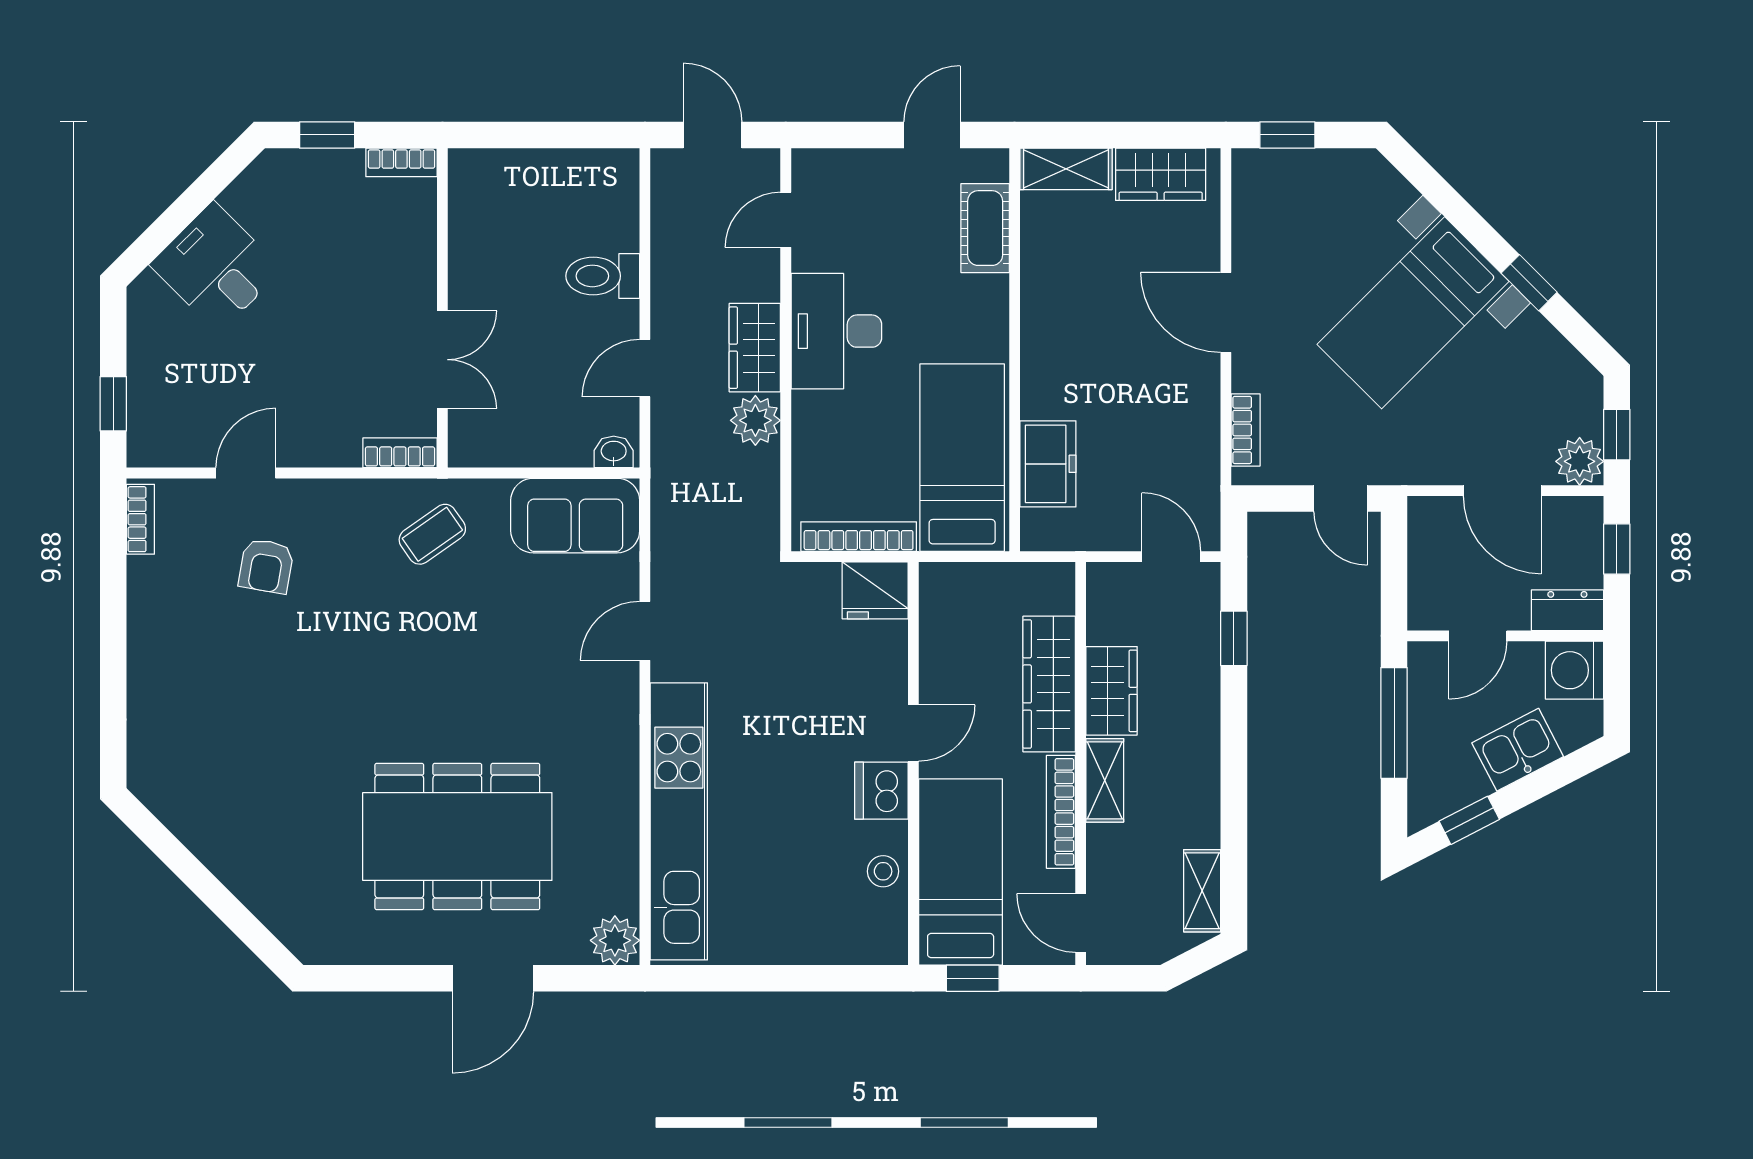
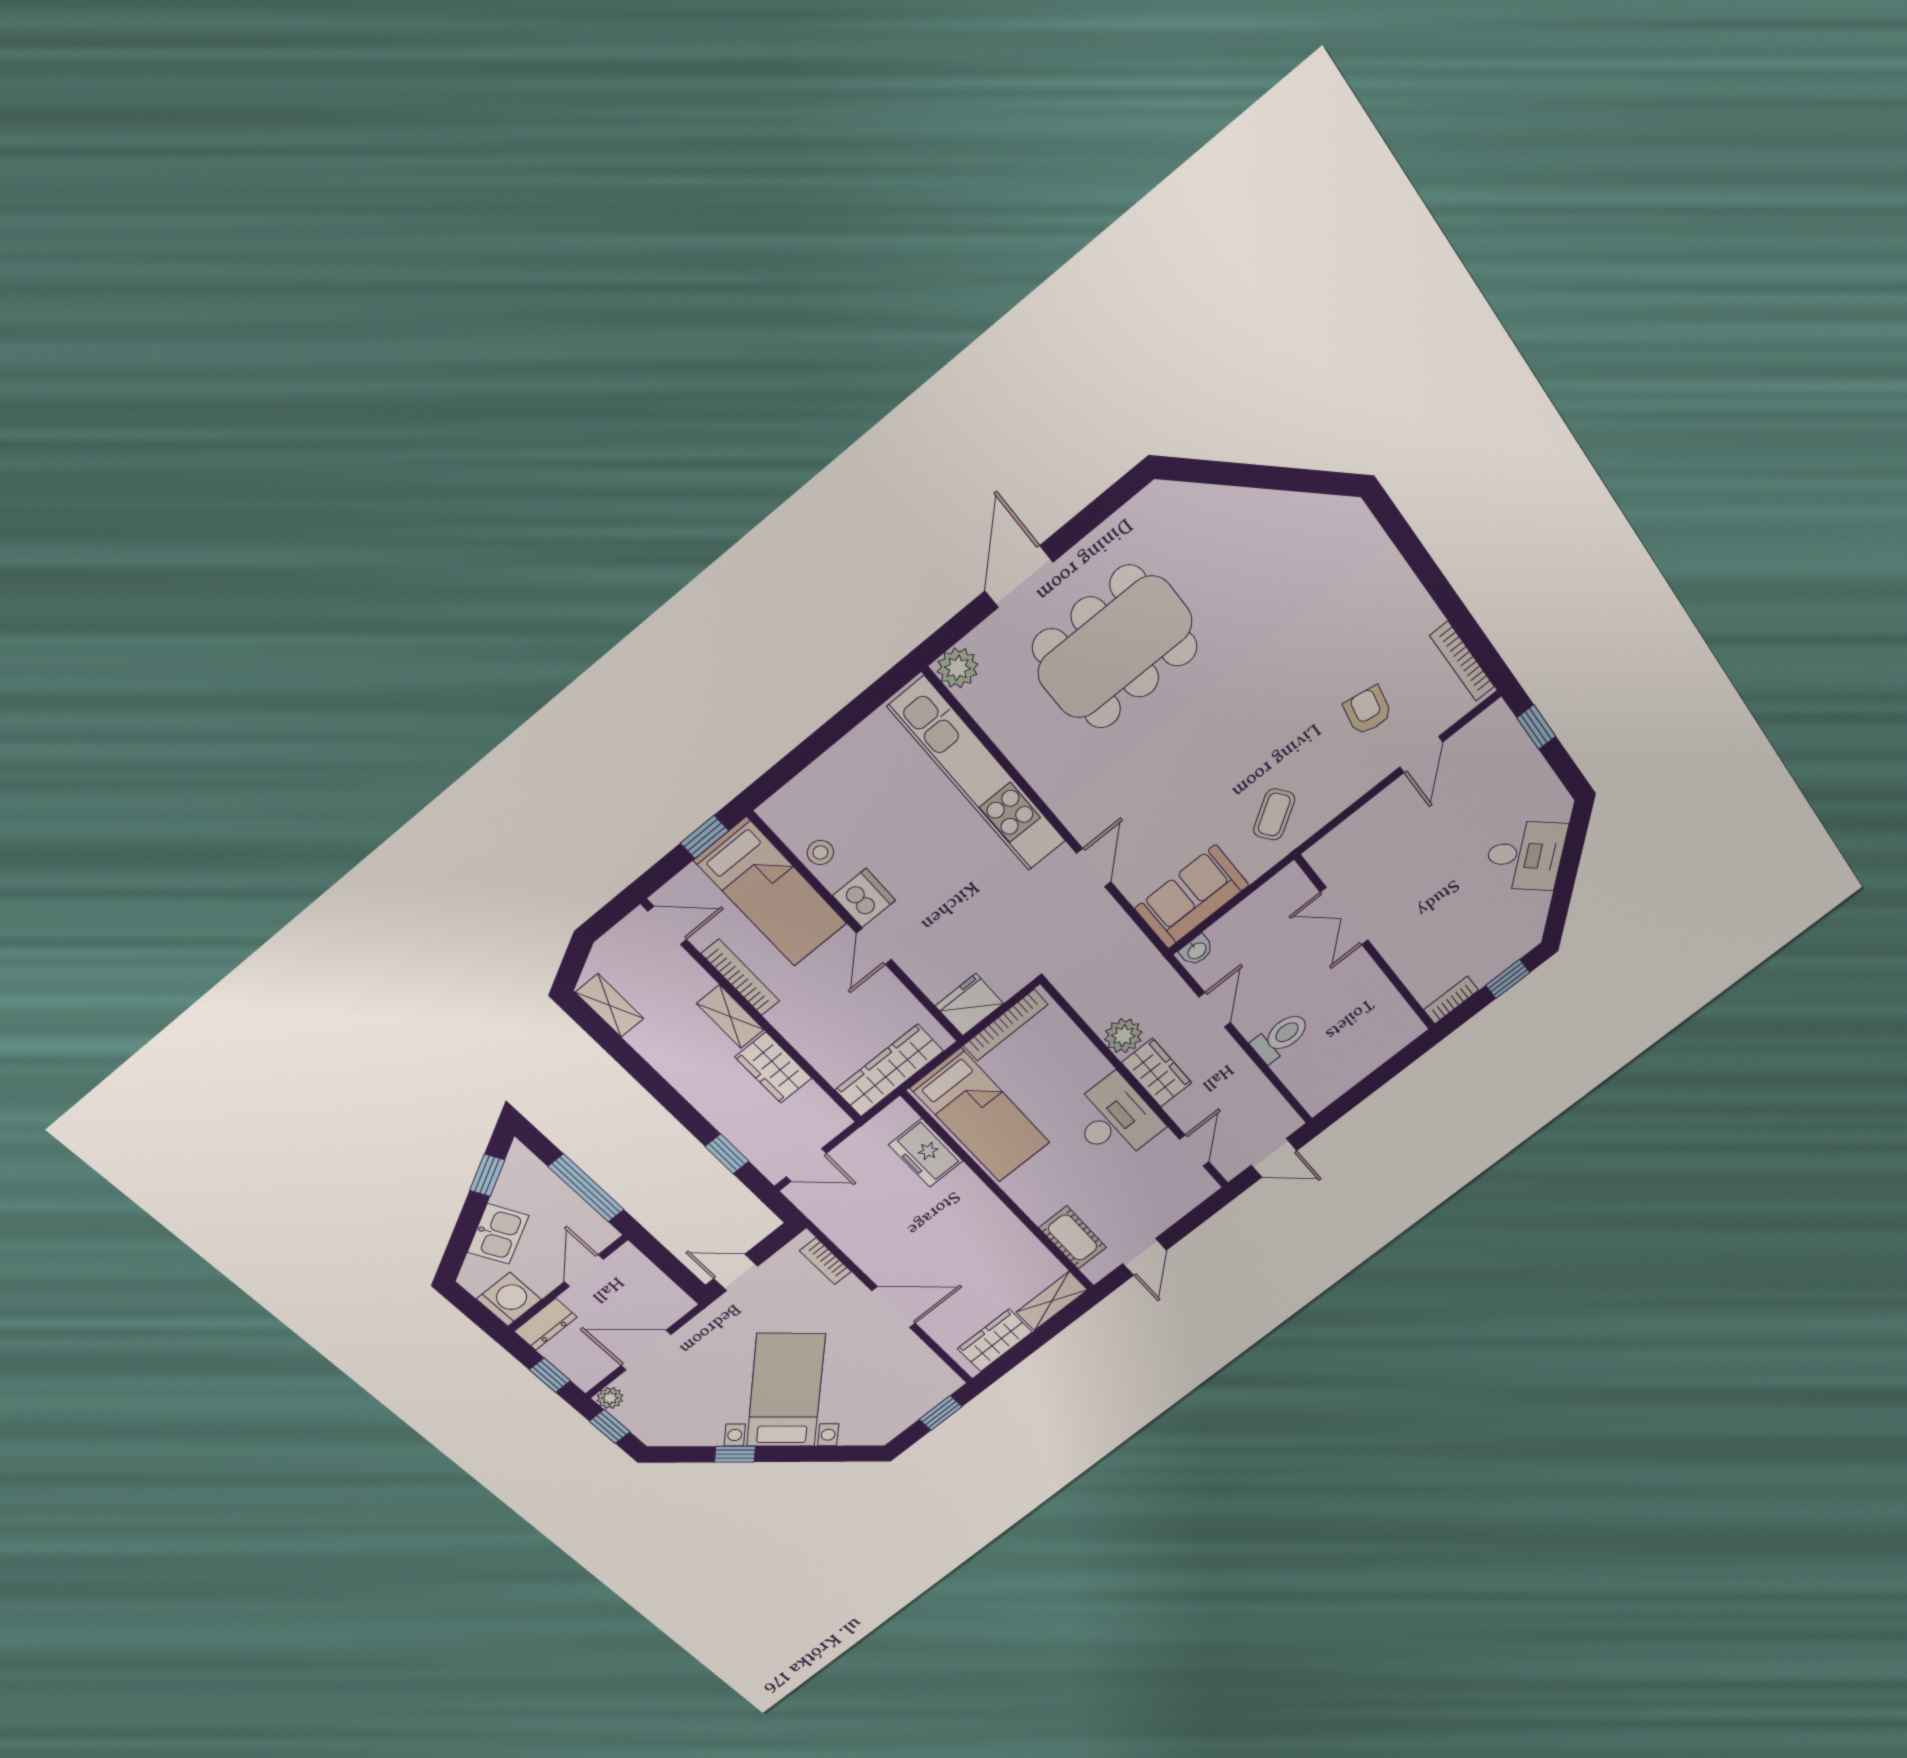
bookcase: (400, 453) -> (1331, 844), removed
plant: (1580, 461) -> (610, 1398), width x0.73, depth x0.73
bookcase: (140, 519) -> (1462, 661), width x1.56
wardrobe: (1049, 684) -> (889, 1070), moved, turned -90

